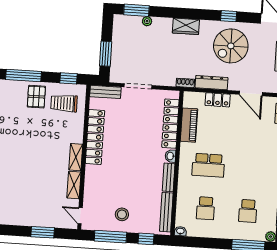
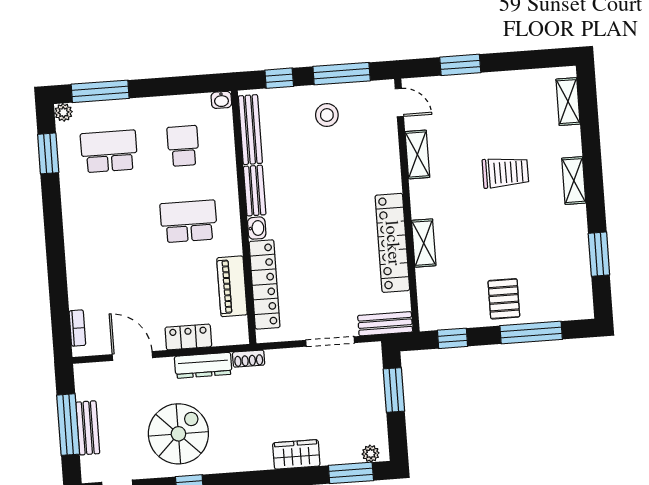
plant: (147, 21) -> (371, 454), moved
wardrobe: (186, 26) -> (296, 454), moved
trolley: (64, 103) -> (505, 172), moved
shelving: (76, 157) -> (424, 243), moved
school desk: (248, 211) -> (109, 151), width x1.85

